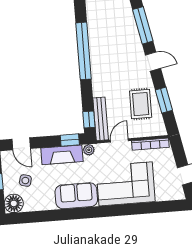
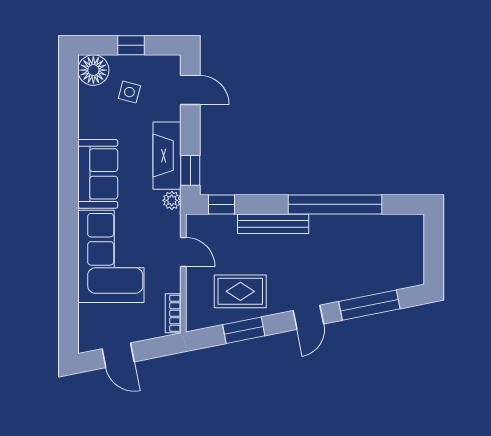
bench: (101, 119) -> (273, 224), moved
door: (21, 144) -> (190, 90), swing flipped
bookcase: (150, 144) -> (173, 313), width x0.64

